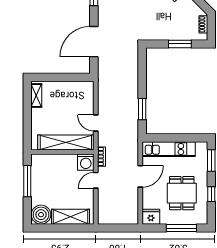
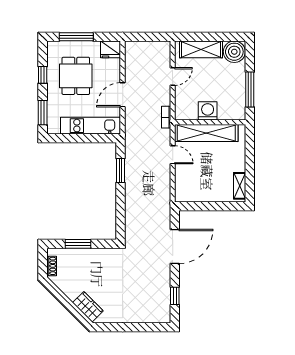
washing machine: (86, 162) -> (208, 111), moved
door: (96, 180) -> (173, 77), moved

